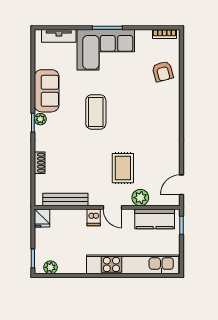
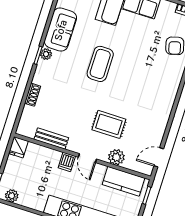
rug: (123, 168) -> (109, 124), turned 90
bench: (65, 200) -> (51, 139), width x0.73

